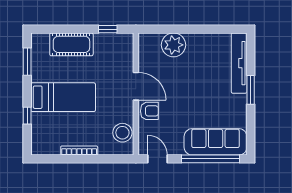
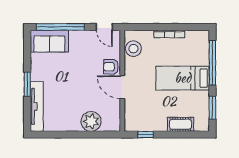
cot: (71, 44) -> (181, 124), width x0.73, depth x0.75
window: (27, 116) -> (212, 63), width x3.17
sofa: (216, 142) -> (49, 41), width x0.73

